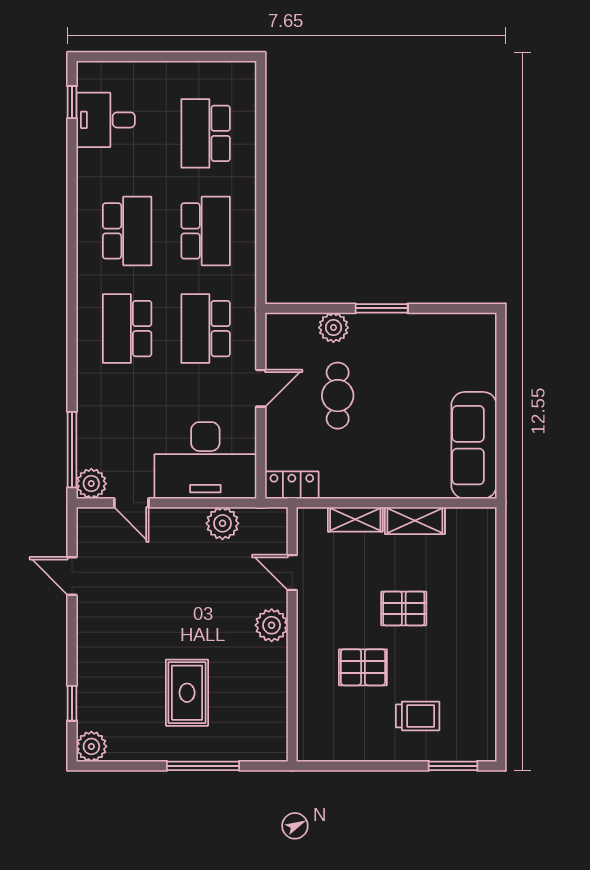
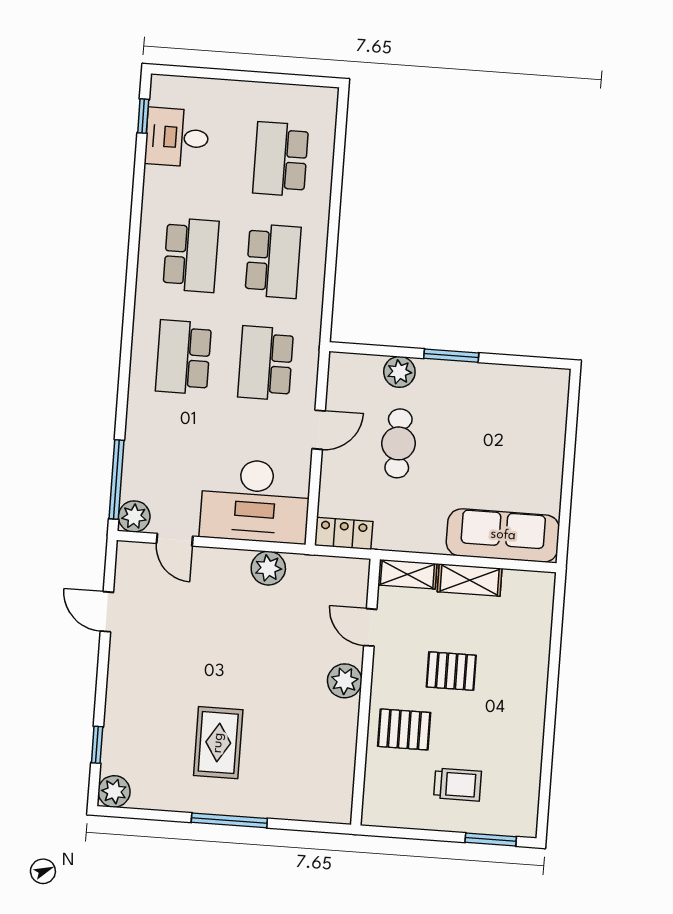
sofa: (474, 445) -> (503, 535), moved, turned 90
door: (292, 573) -> (370, 627), moved
plant: (272, 625) -> (345, 681), moved
wall: (292, 634) -> (366, 692), moved

